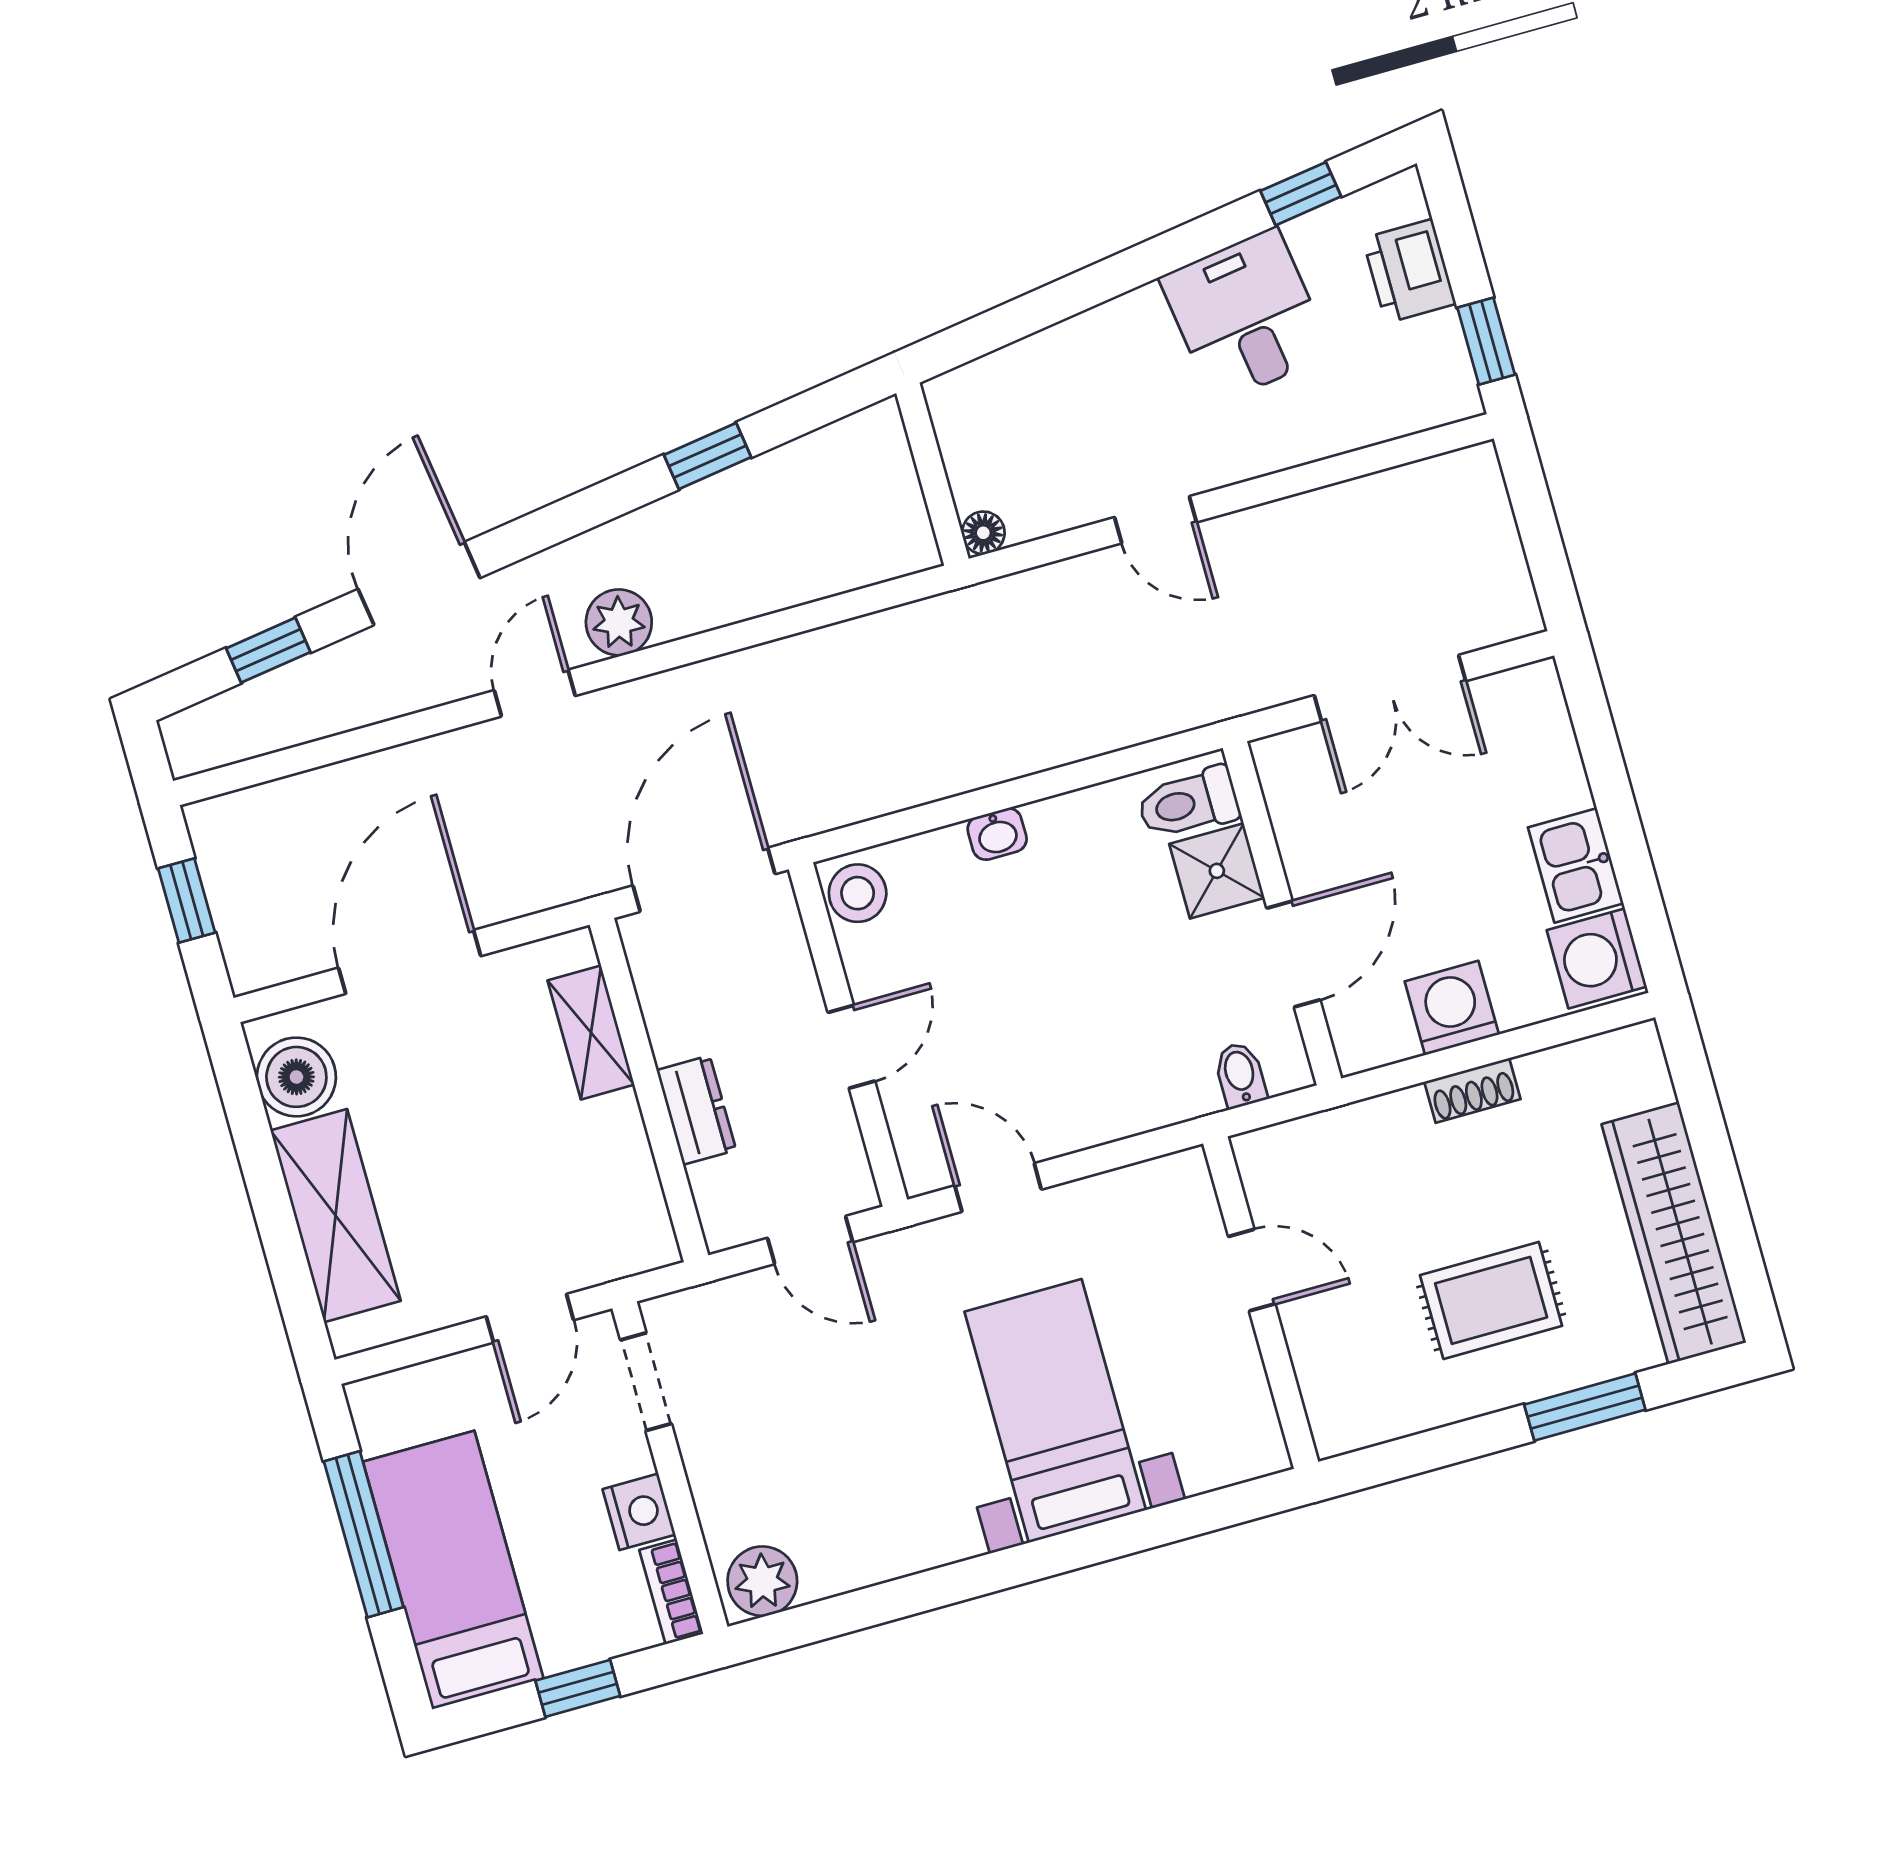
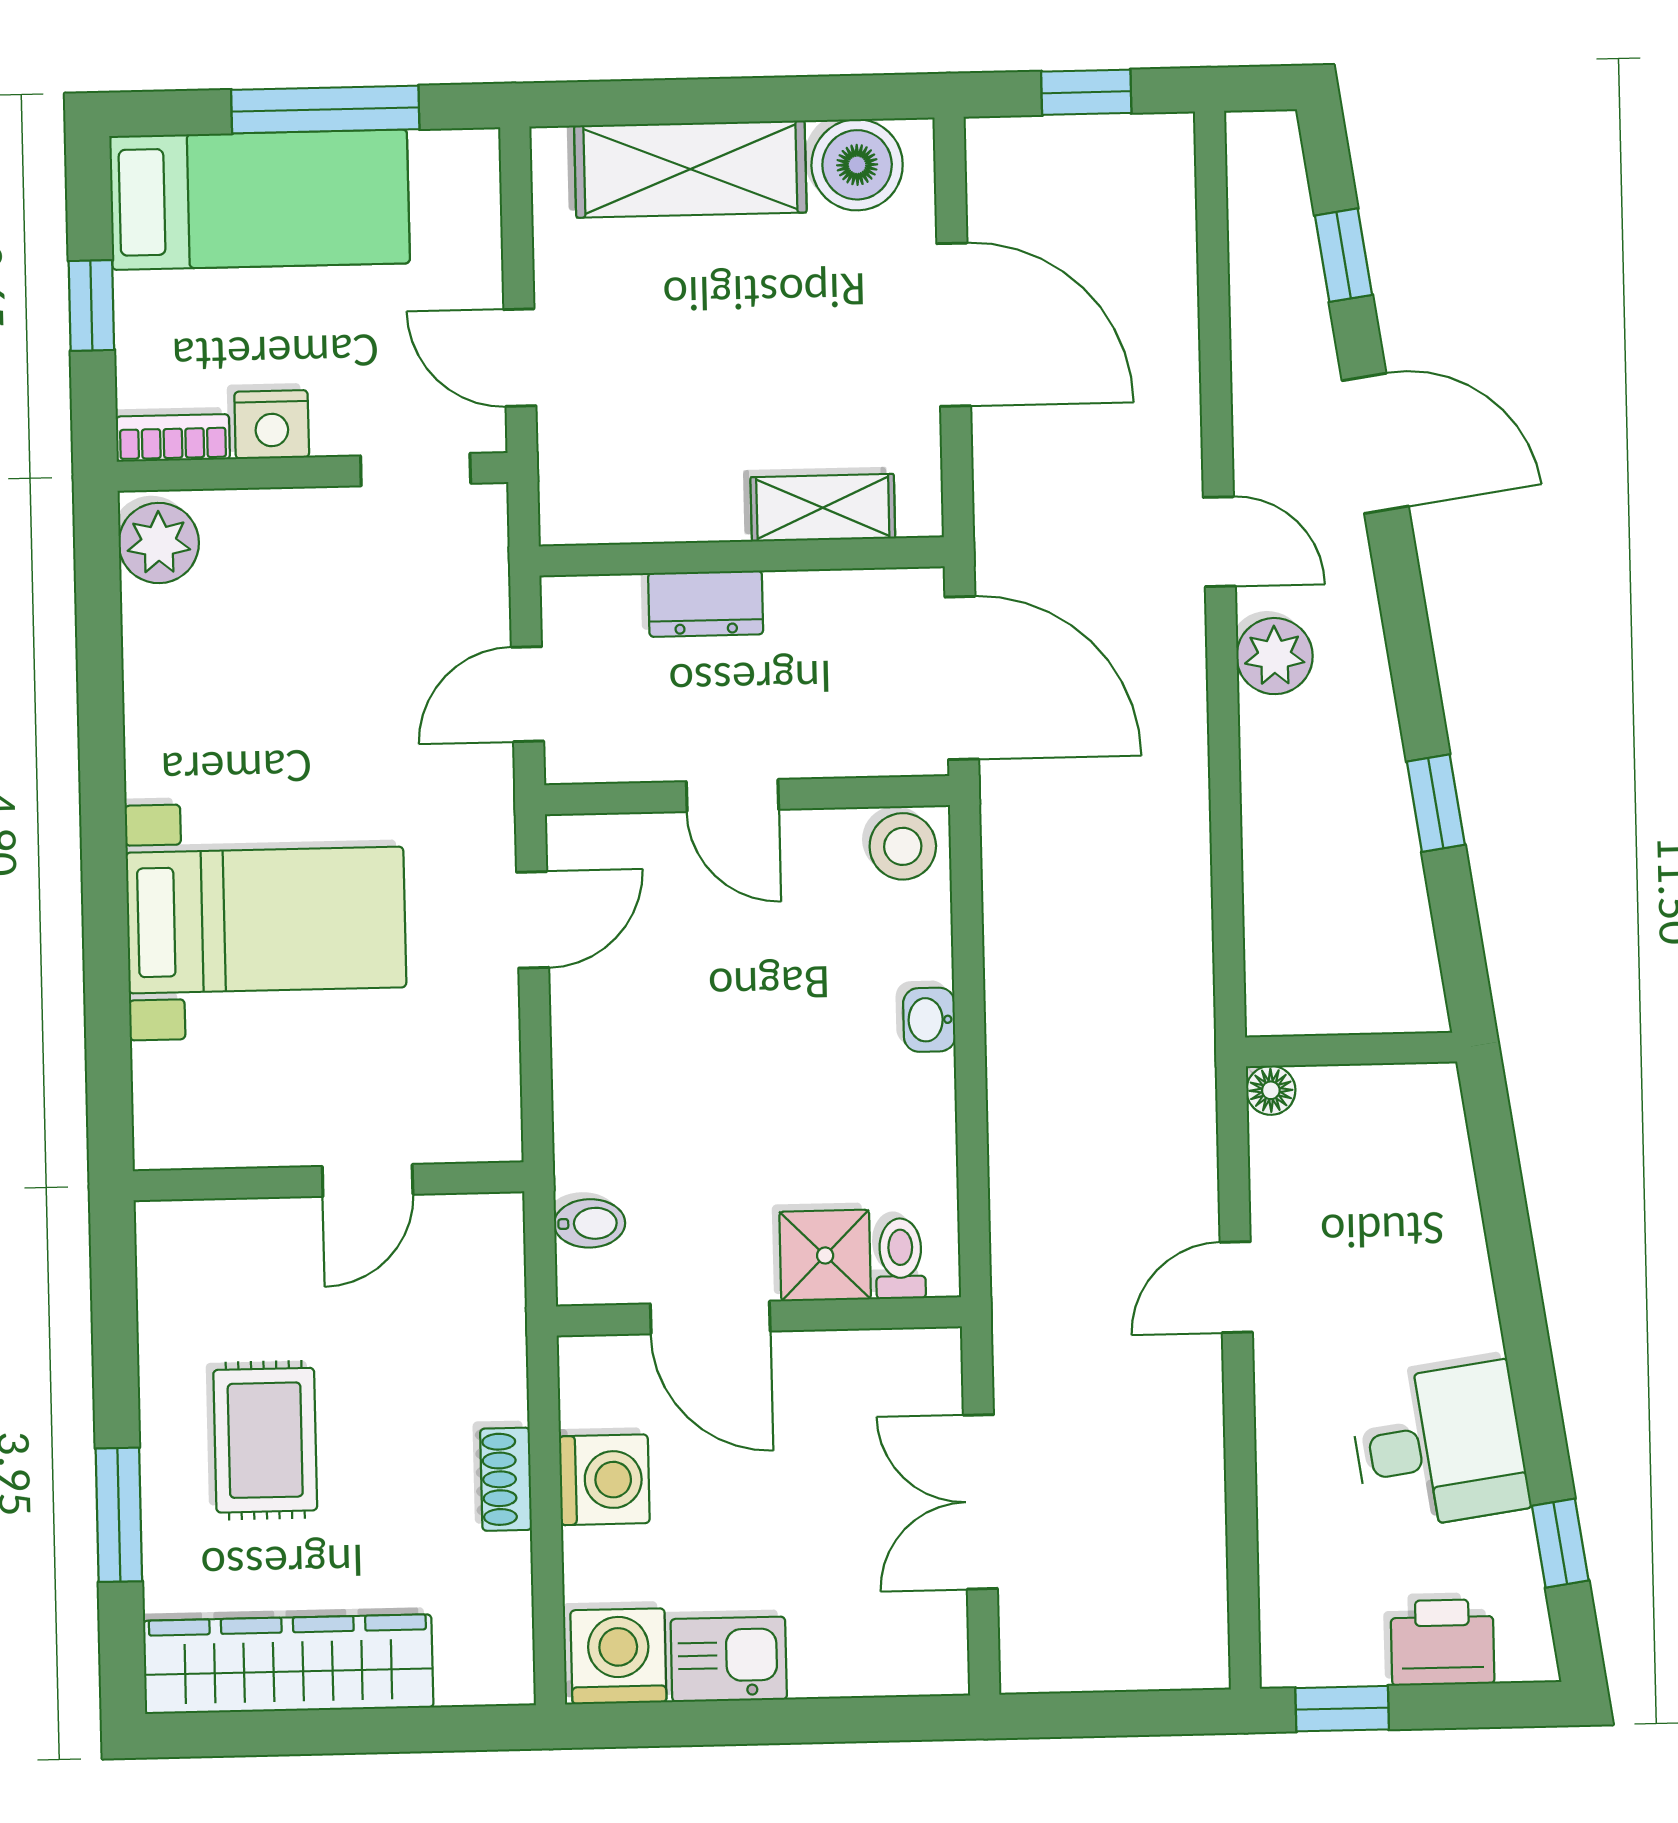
toilet: (1188, 803) -> (900, 1259), width x0.73, depth x0.72

